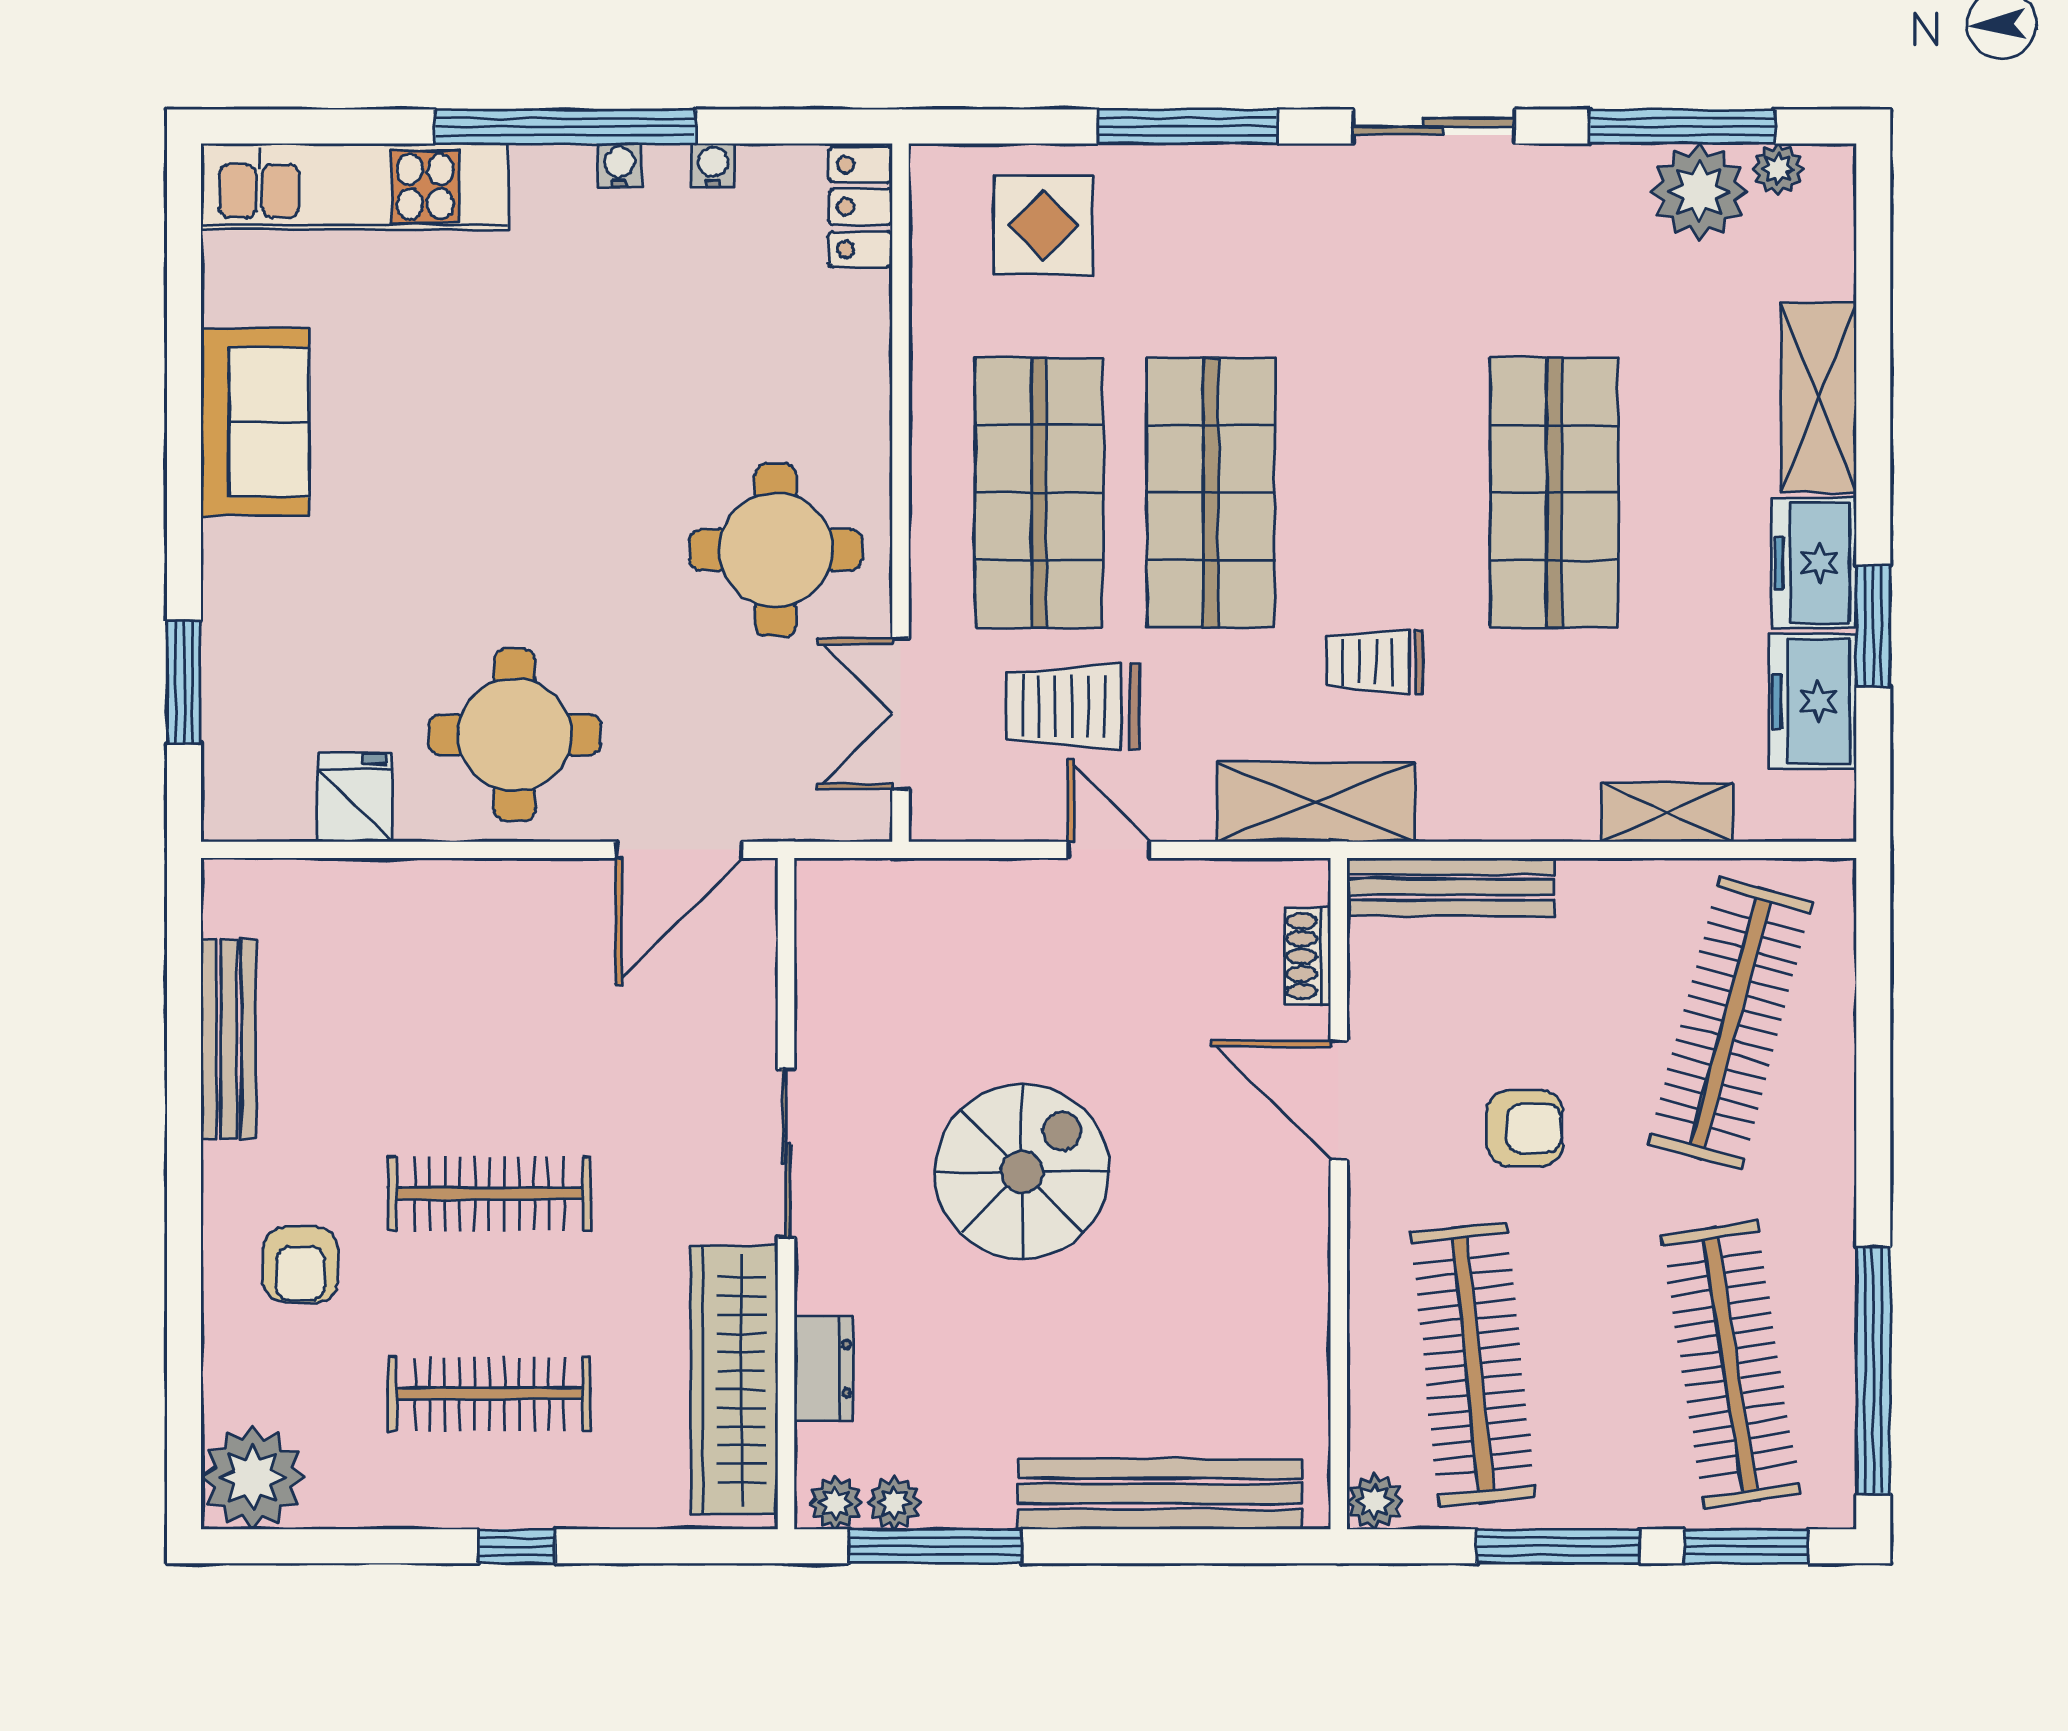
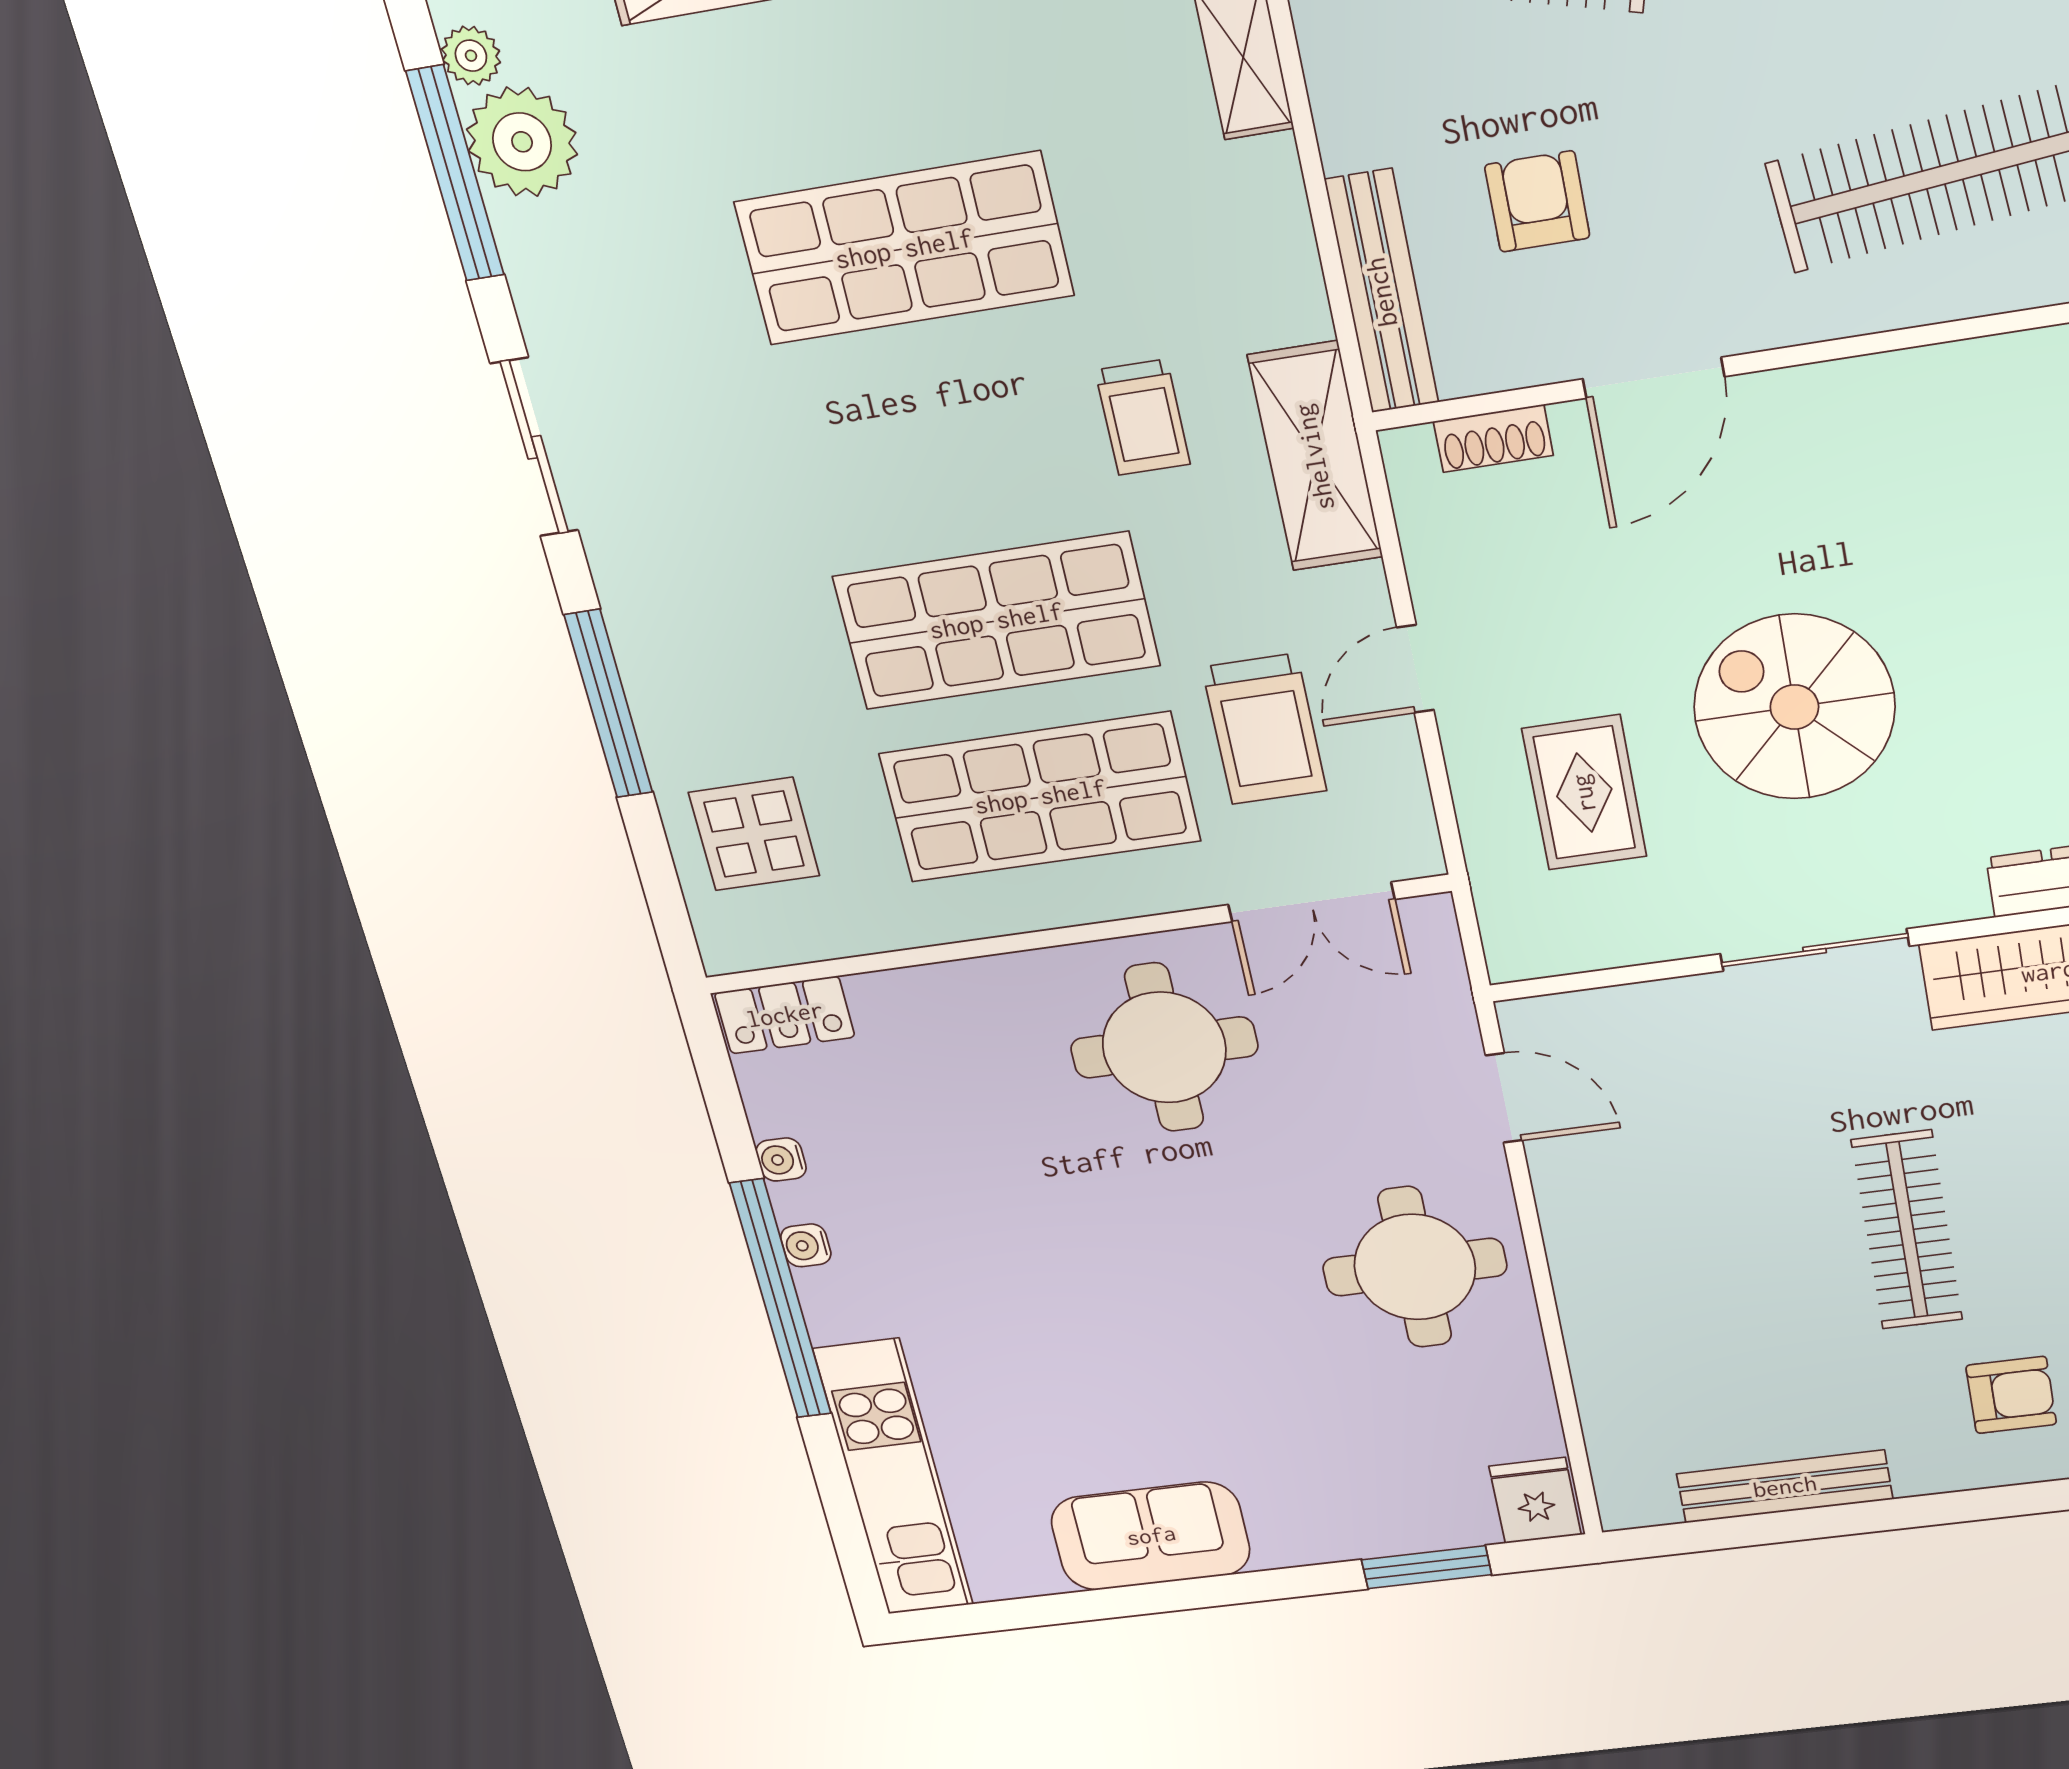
fridge: (355, 797) -> (1535, 1501), moved, turned 90
door: (679, 850) -> (1504, 1098), width x0.73
rug: (969, 976) -> (1584, 793), added
armchair: (1525, 1128) -> (1537, 201), moved

